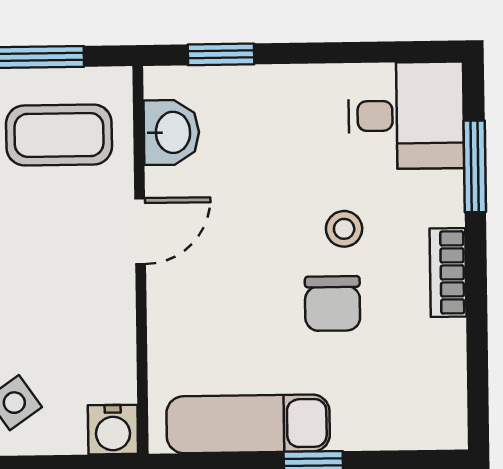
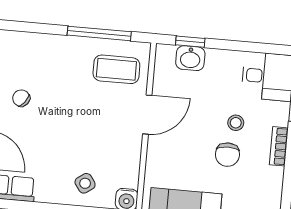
washbasin: (171, 132) -> (190, 58), moved, turned 90
door: (140, 231) -> (147, 115), width x1.38

